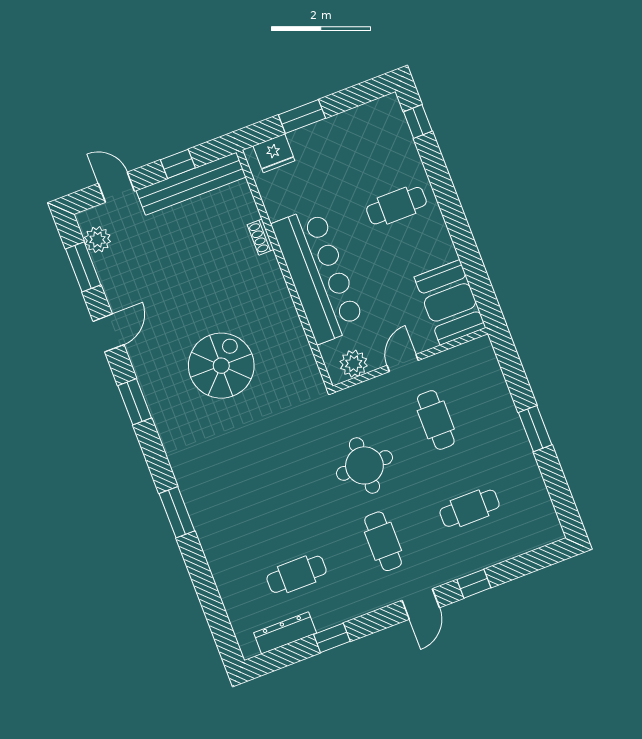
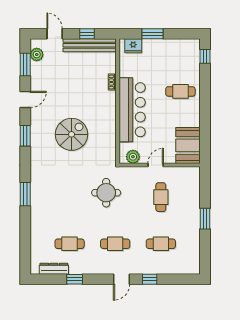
round table: (364, 465) -> (106, 193), moved
cafe table: (383, 541) -> (115, 244), turned 90

